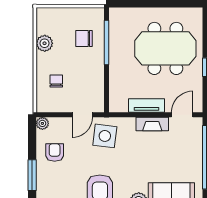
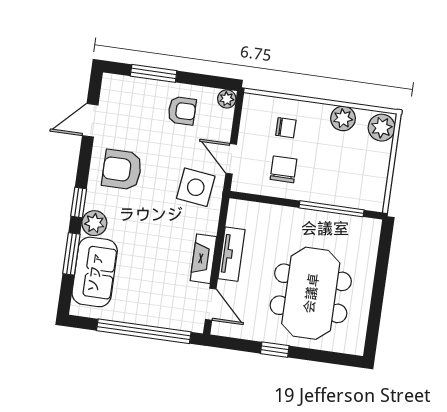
plant: (47, 16) -> (382, 128), added
chair: (84, 38) -> (284, 169), moved

